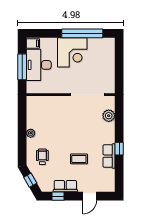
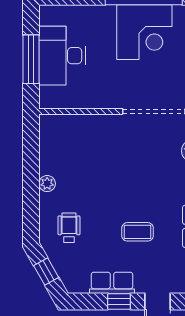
filing cabinet: (33, 43) -> (51, 15), removed
corner desk: (72, 52) -> (144, 32), moved
window: (58, 196) -> (119, 301), moved

